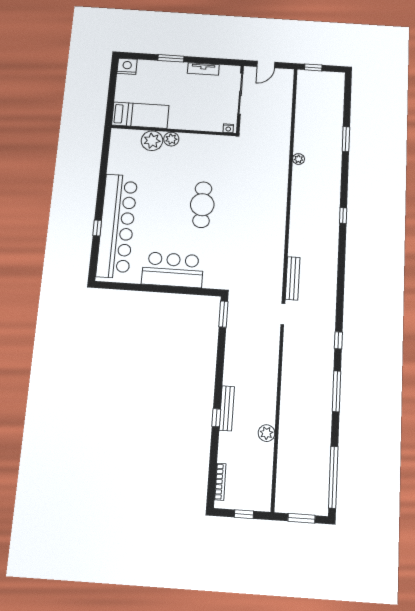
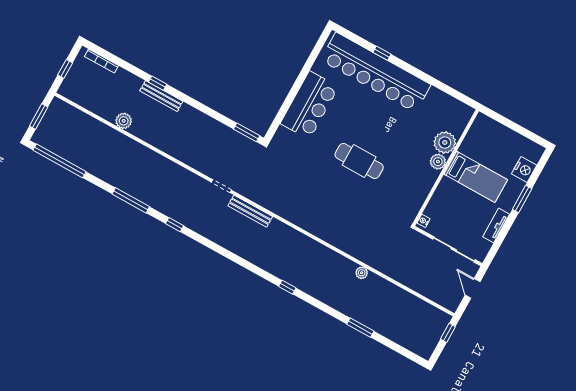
nightstand: (127, 66) -> (524, 170), moved
bed: (140, 115) -> (476, 177), moved, turned -90

